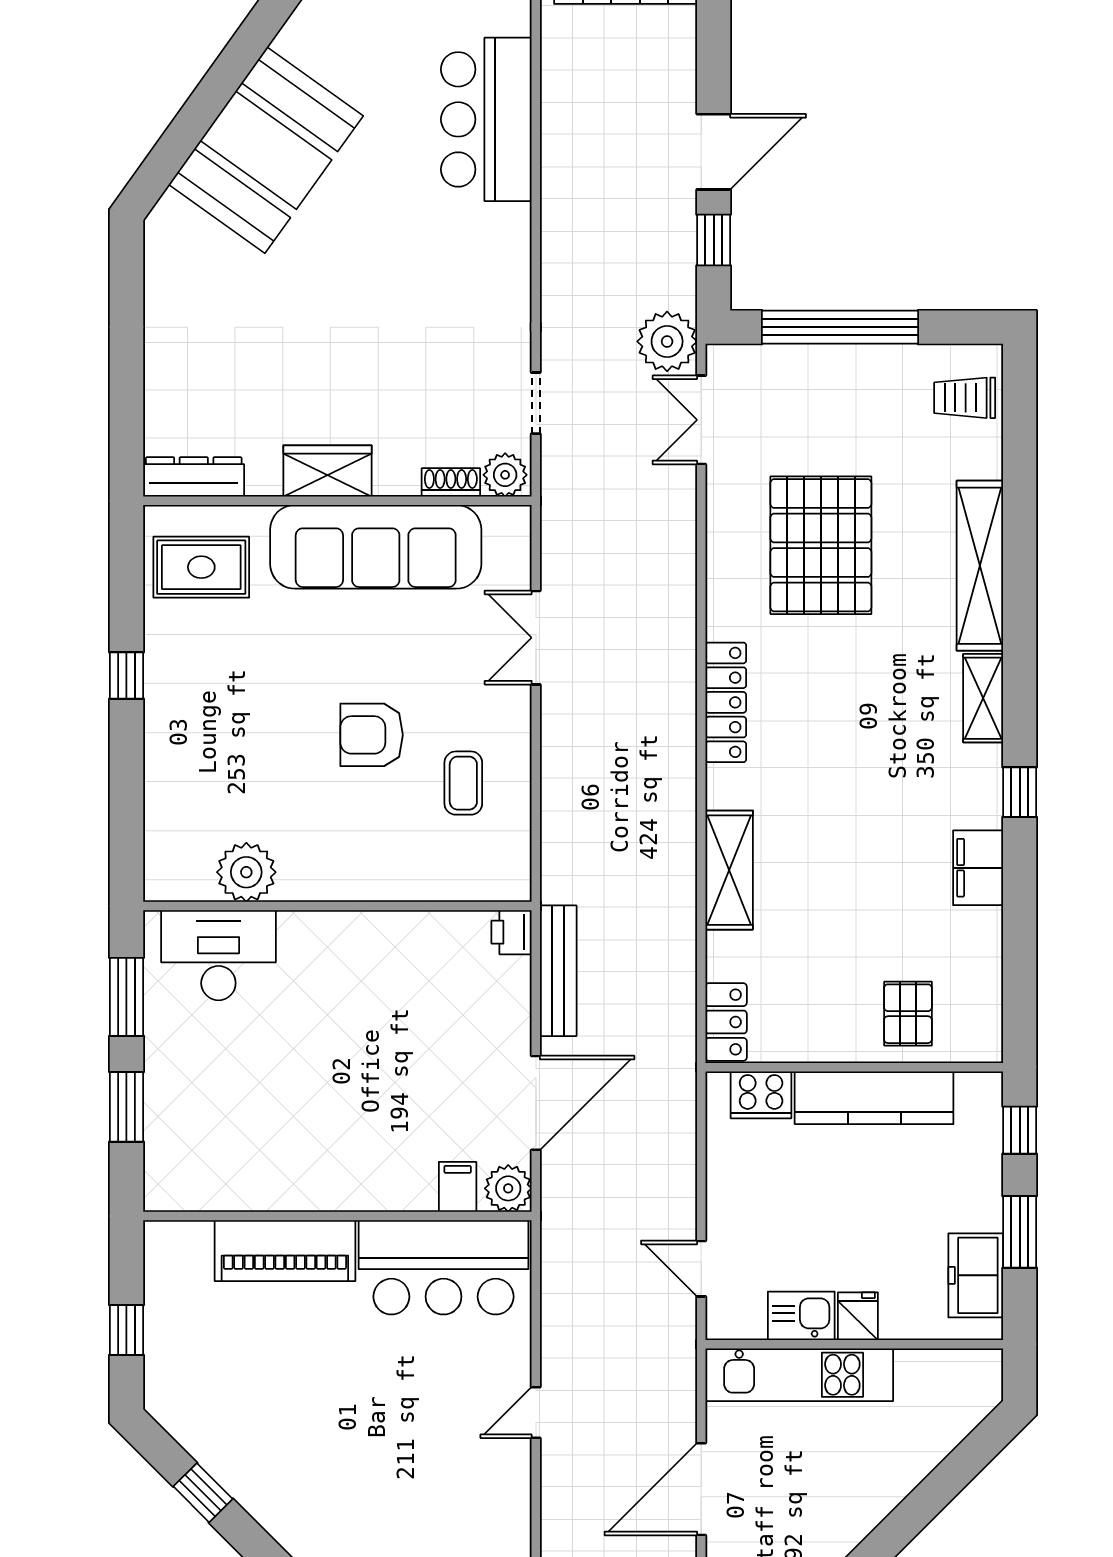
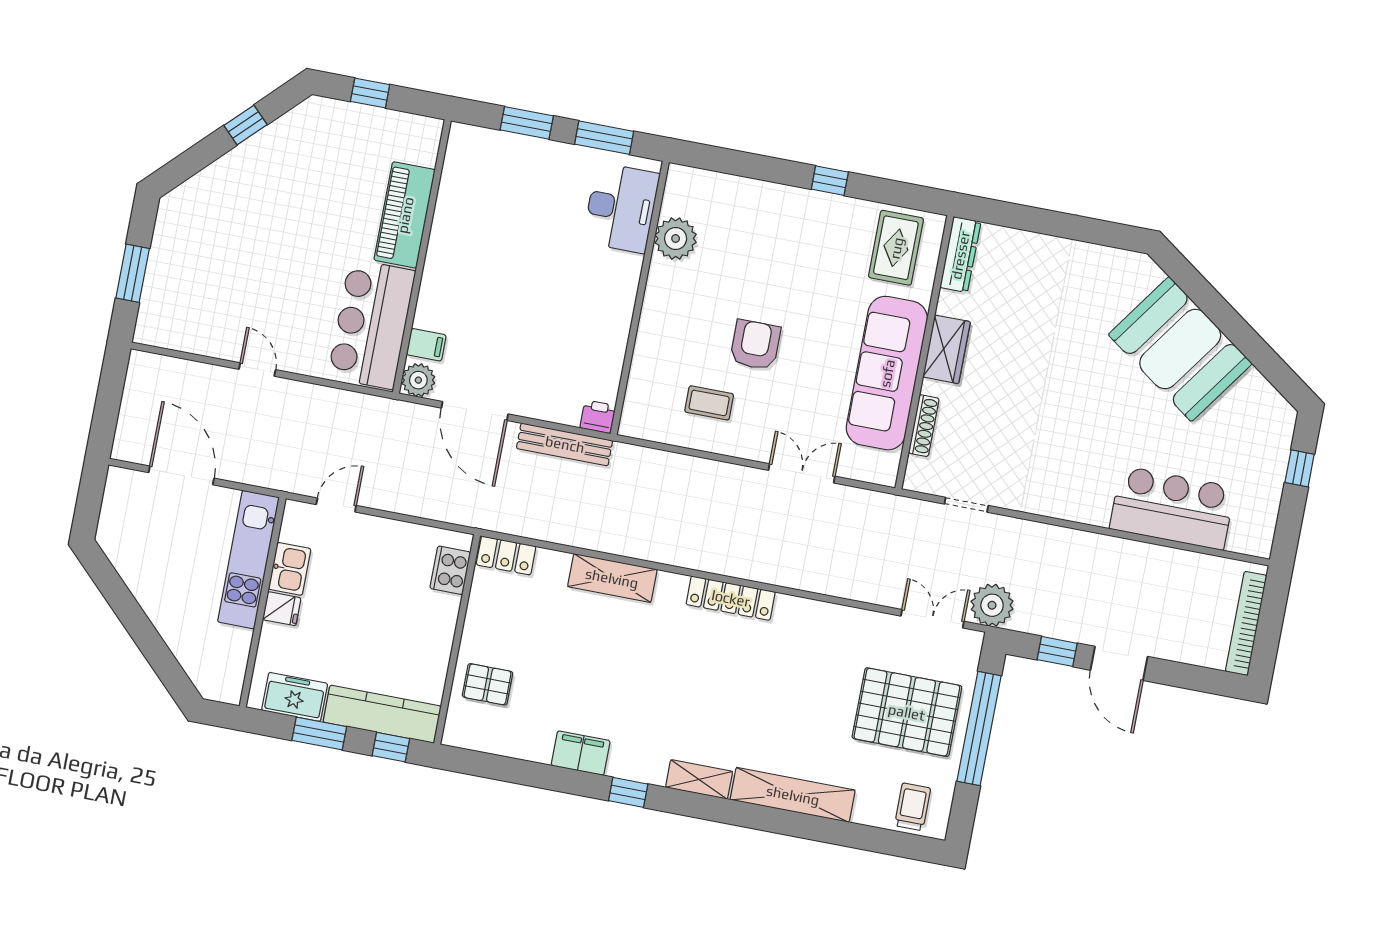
plant: (505, 475) -> (920, 474), removed
shoe rack: (451, 482) -> (924, 426), width x1.43
pallet: (821, 545) -> (907, 712), moved
kitchen counter: (874, 1098) -> (382, 714), moved, turned 90

